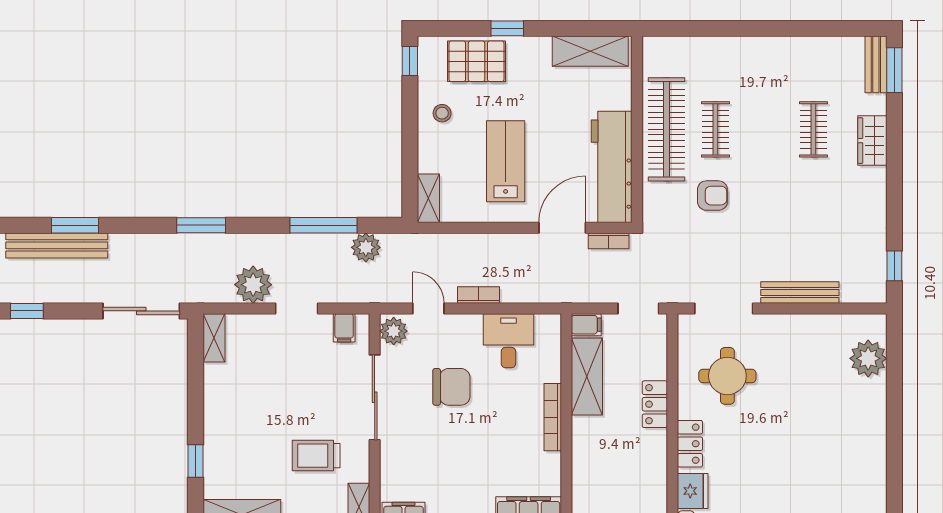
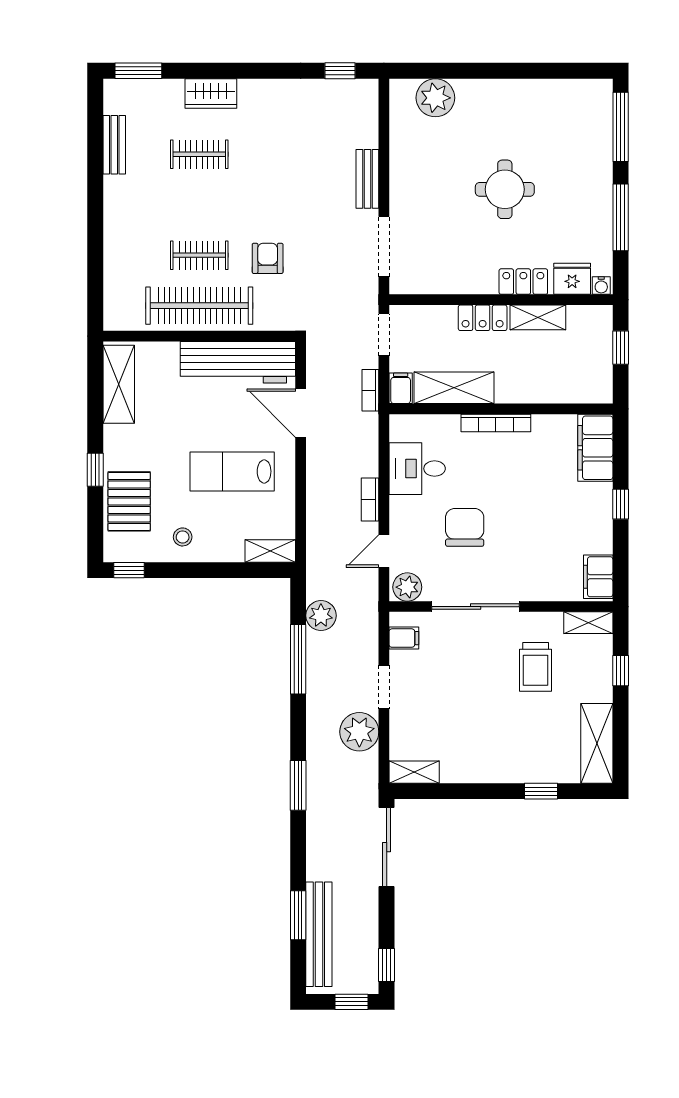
bench: (876, 64) -> (114, 145), moved, turned 90
bookcase: (609, 241) -> (370, 390), moved, turned 180
bench: (800, 292) -> (367, 179), width x0.73
round table: (727, 376) -> (505, 189), moved
shelving: (655, 458) -> (538, 317), added

